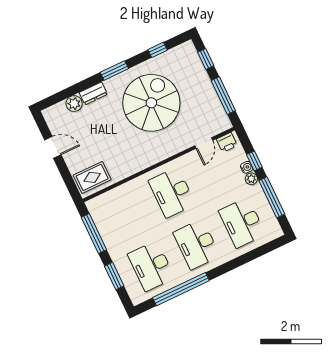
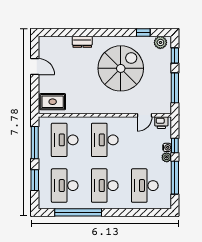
window: (114, 70) -> (105, 33), removed
plant: (74, 104) -> (160, 42), moved
desk: (127, 214) -> (65, 140), added

